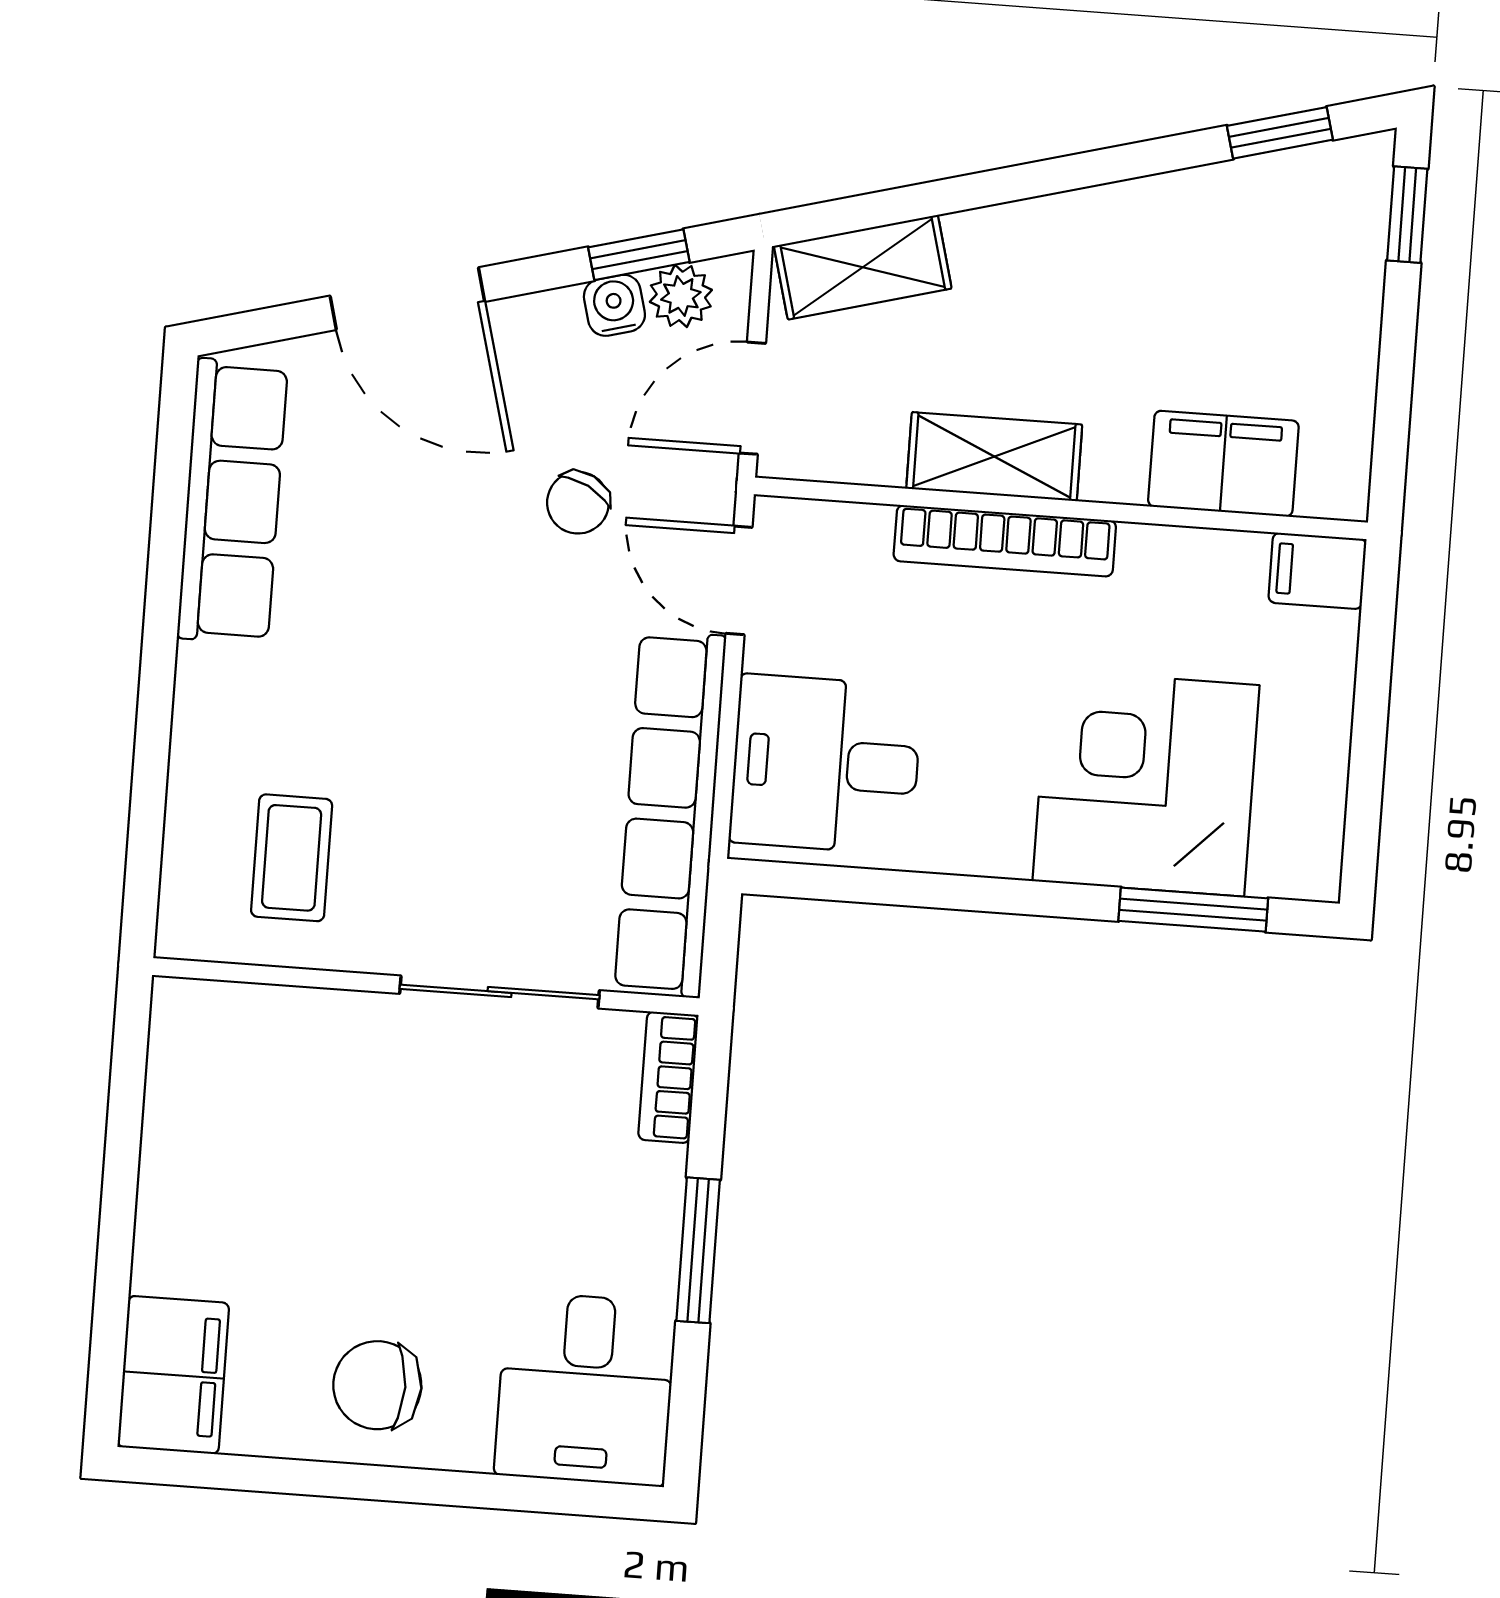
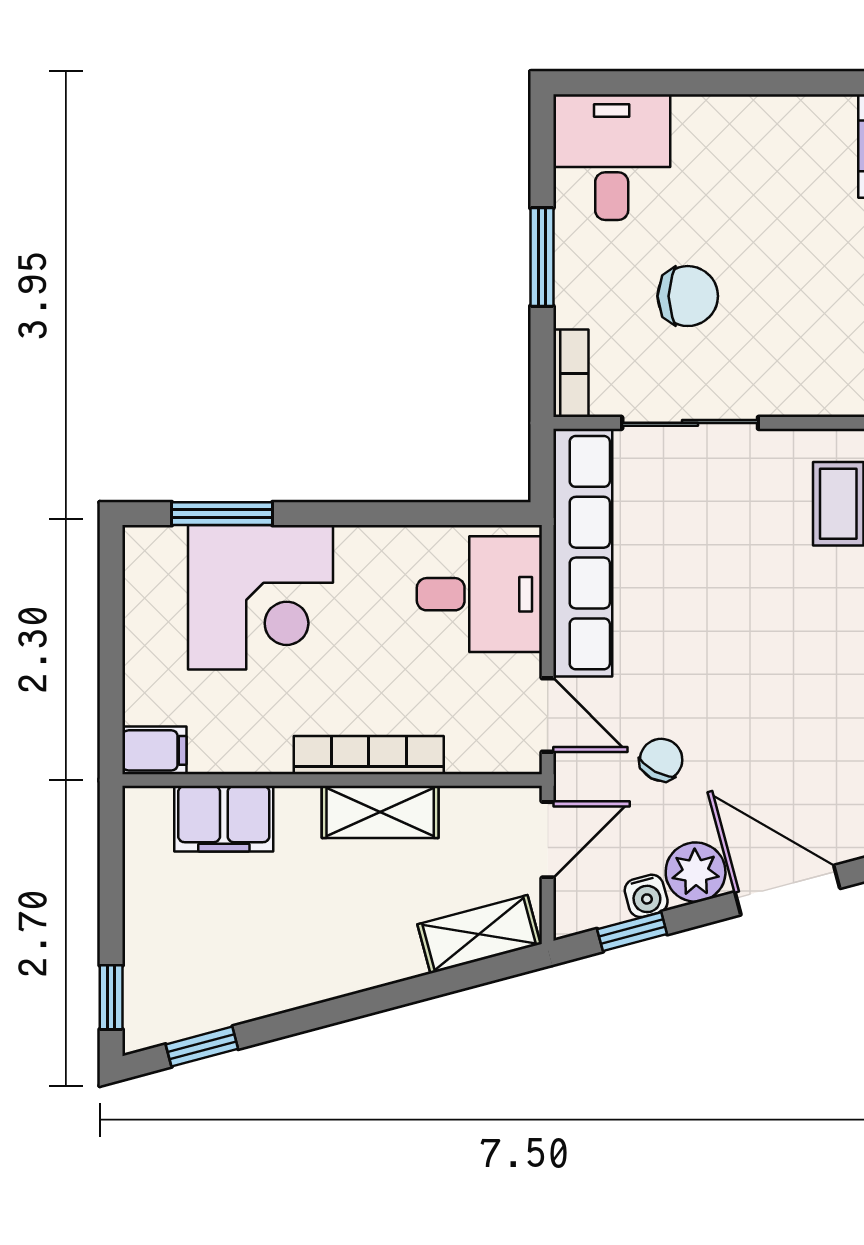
plant: (681, 296) -> (696, 872), moved, width x1.38, depth x1.38
chair: (377, 1385) -> (688, 296), moved

